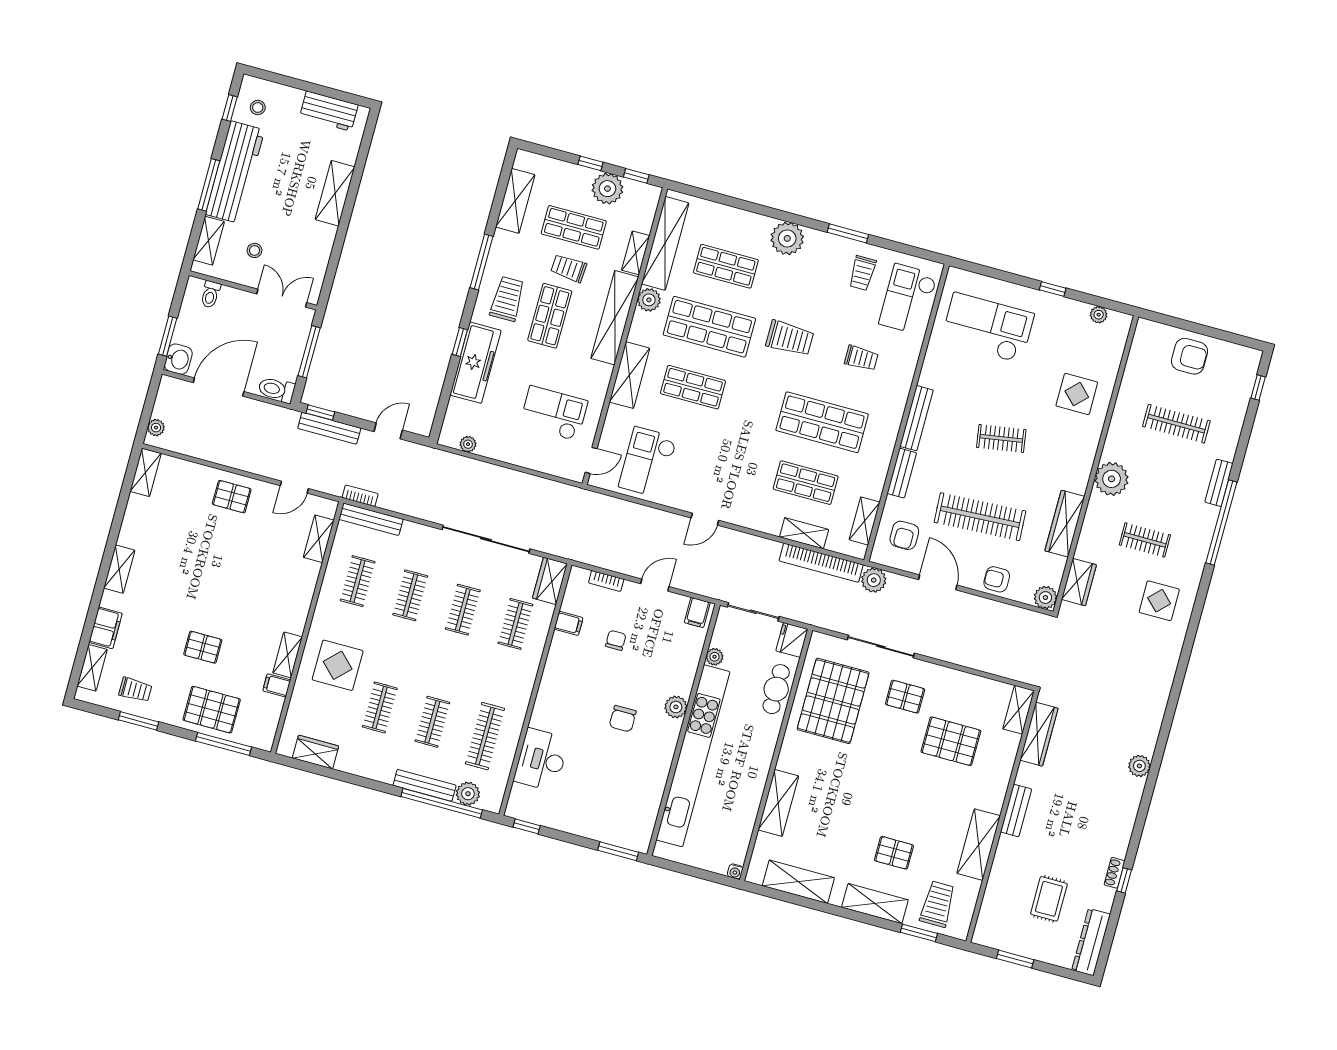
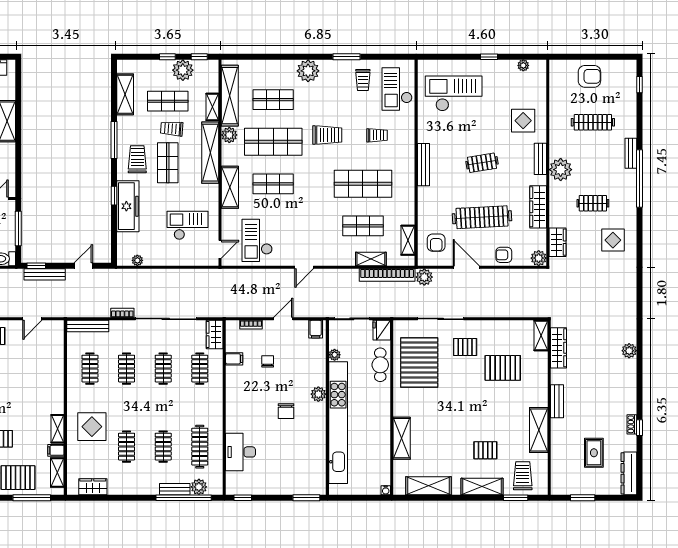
bench: (902, 473) -> (540, 159), moved
bookcase: (360, 496) -> (122, 313), moved
shelving: (319, 539) -> (57, 472), moved
bench: (425, 785) -> (175, 489), width x0.73

